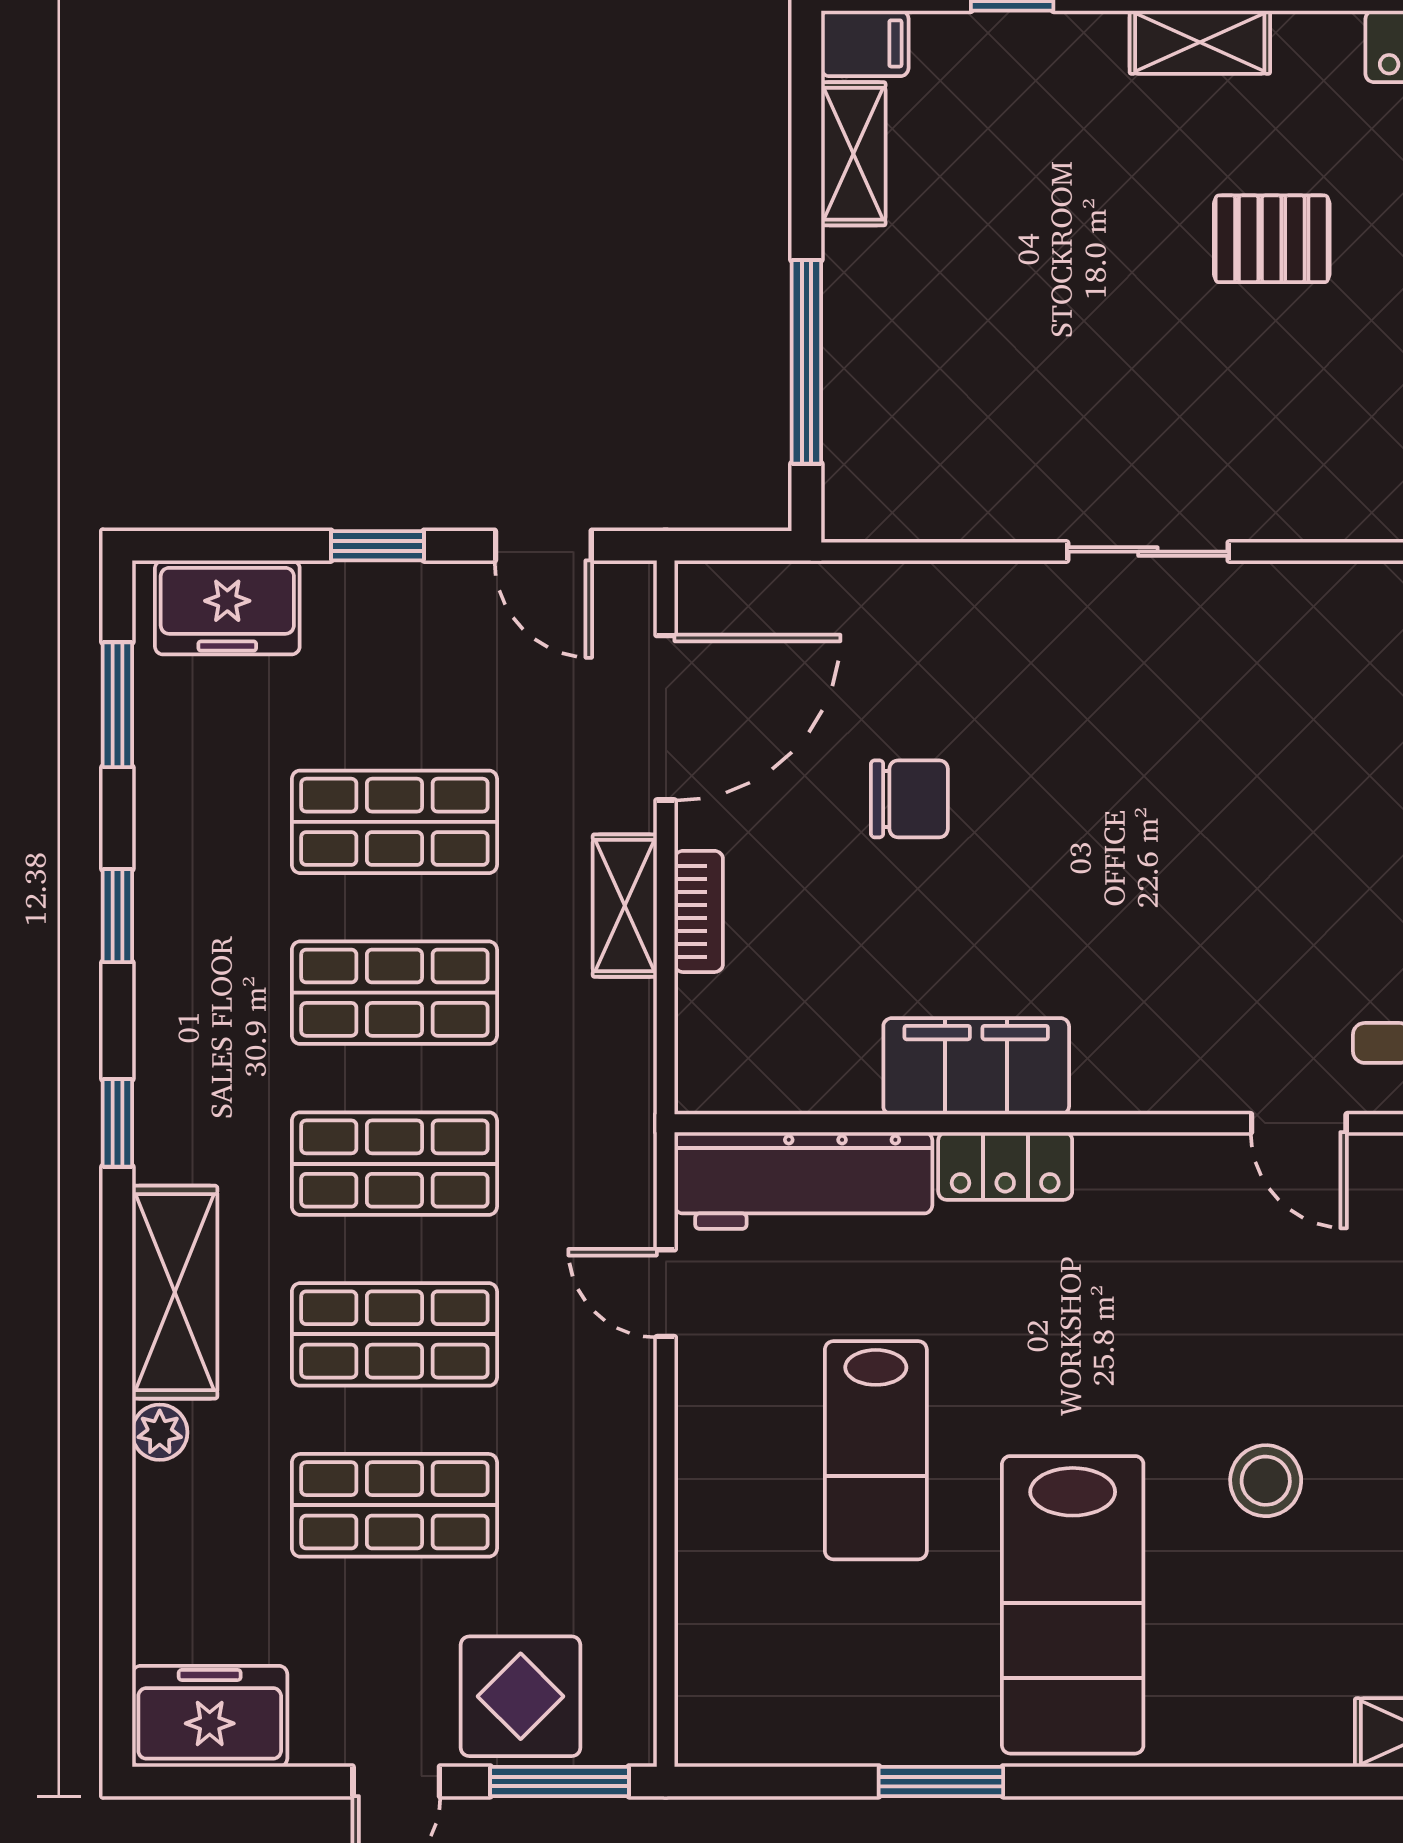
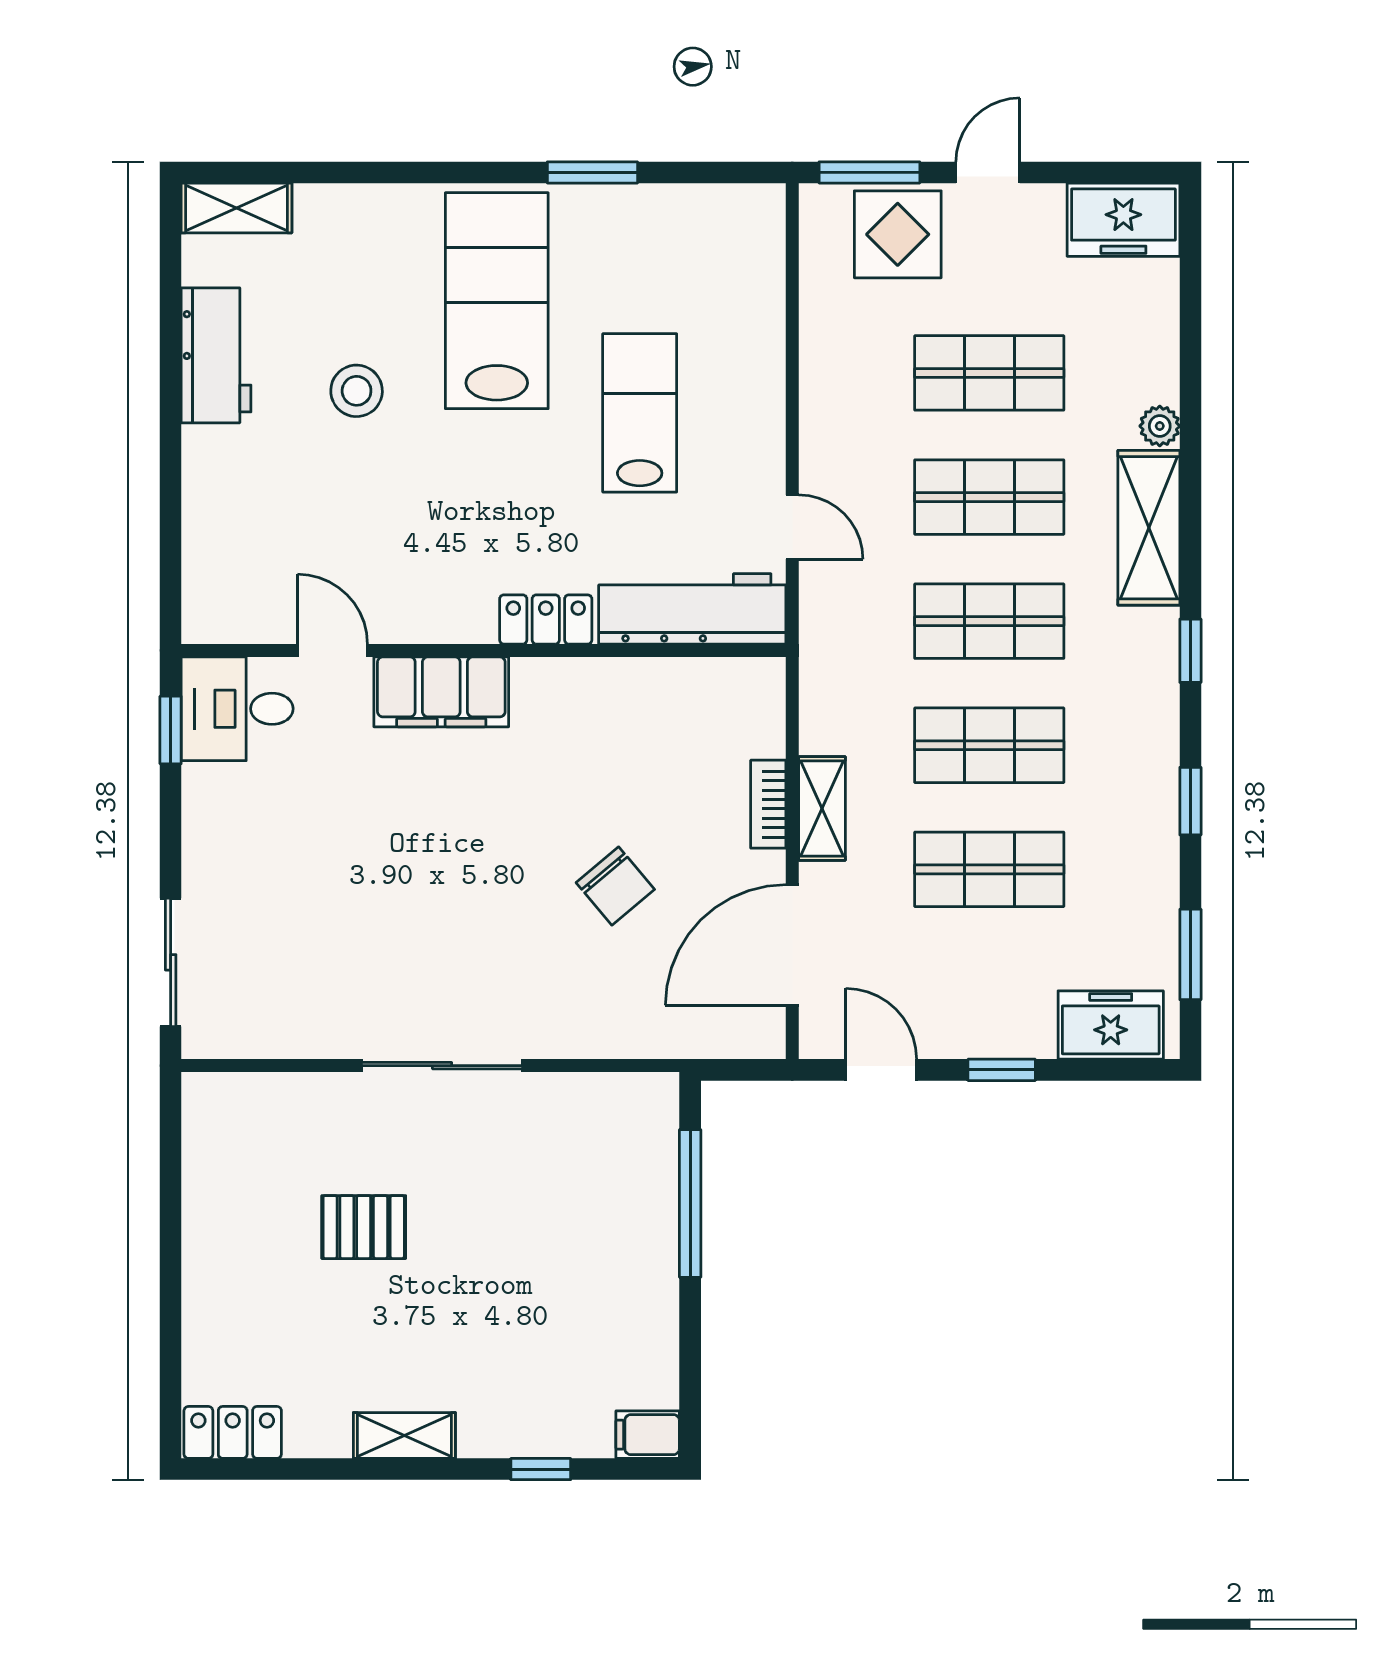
shelving: (853, 154) -> (656, 1355), removed
pallet: (1272, 239) -> (364, 1227), moved
sliding door: (1148, 552) -> (442, 1066), width x1.37
chair: (909, 799) -> (615, 886), turned -130
filing cabinet: (976, 1066) -> (441, 692), moved

